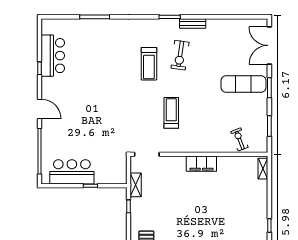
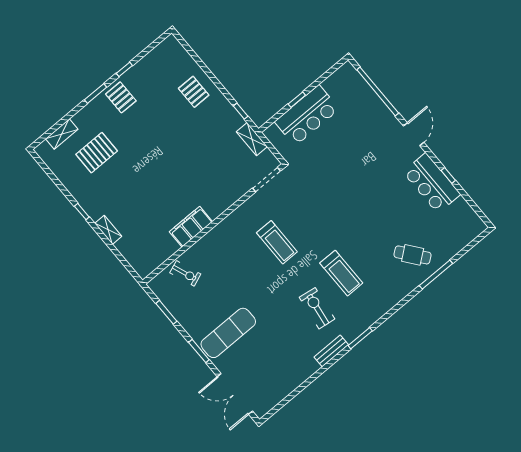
cafe table: (99, 40) -> (413, 255), added
double door: (269, 45) -> (235, 394), swing flipped
bar counter: (53, 56) -> (432, 183), moved
treadmill: (149, 64) -> (341, 273), turned 180
door: (40, 109) -> (414, 134), swing flipped
filing cabinet: (201, 164) -> (191, 227), moved
shelving: (263, 169) -> (108, 230), moved
bar counter: (72, 172) -> (307, 115), moved

